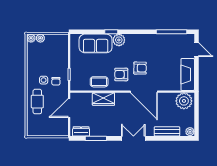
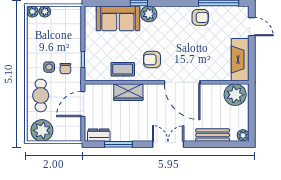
armchair: (140, 68) -> (200, 17), moved
plant: (38, 128) -> (42, 130), added

